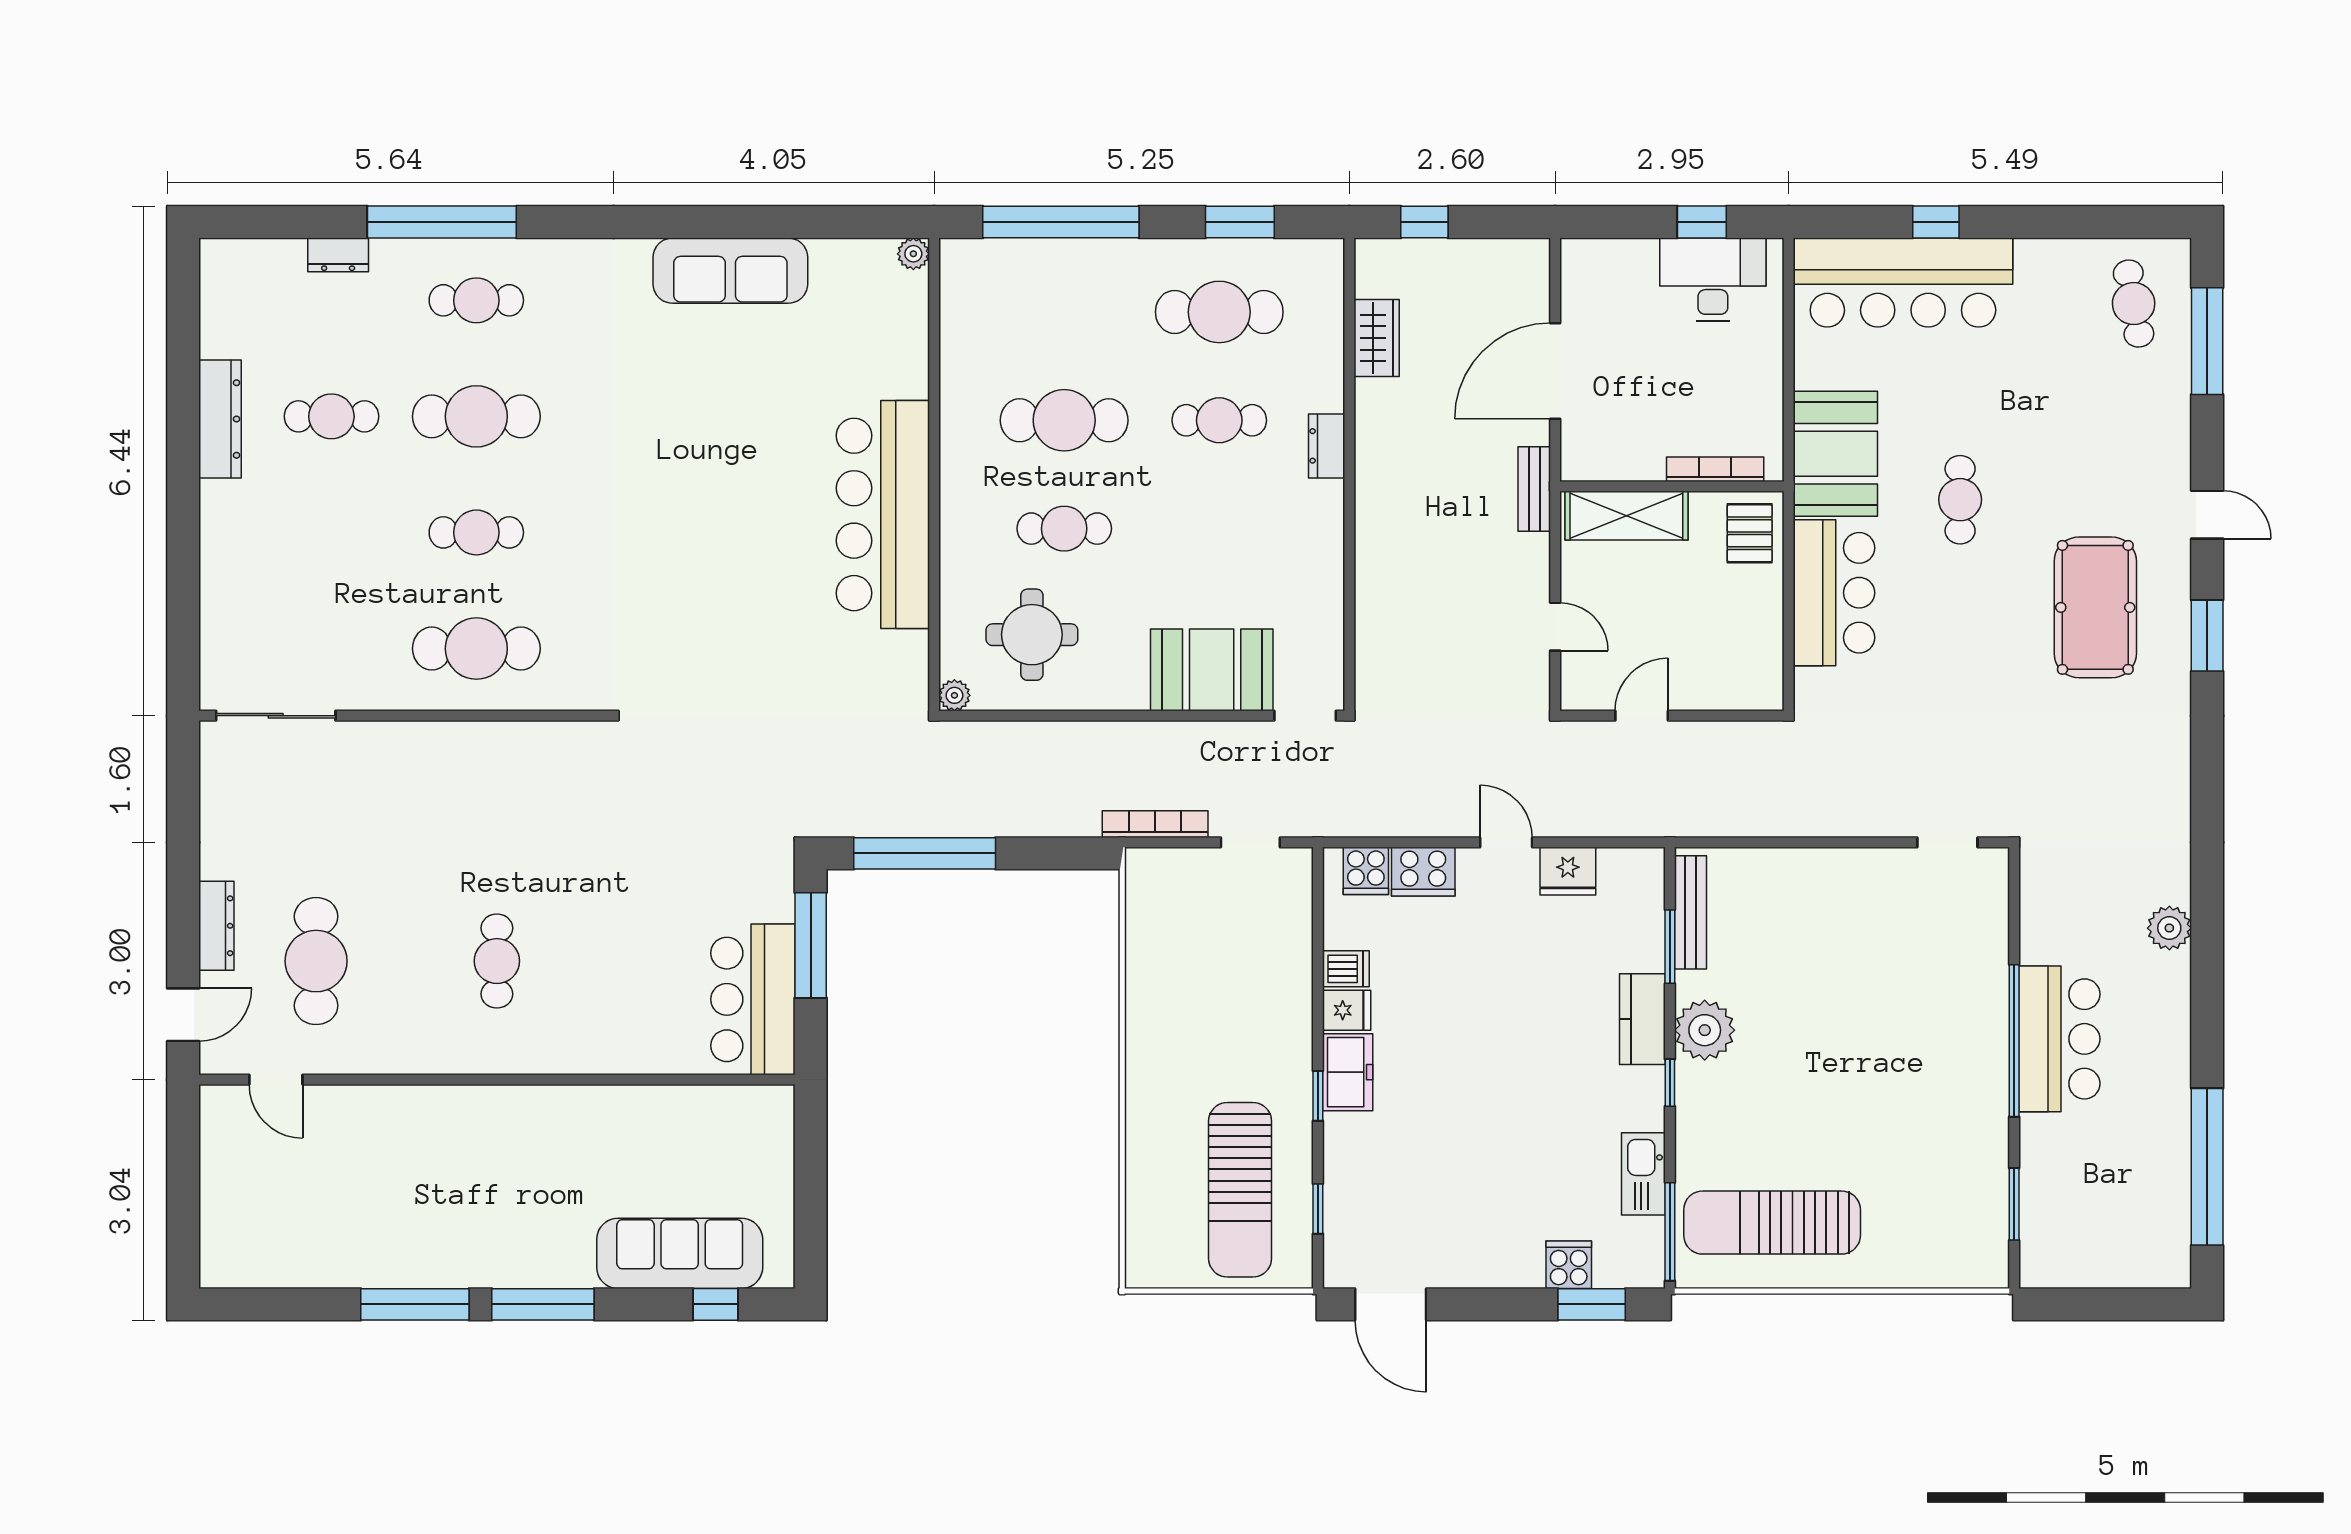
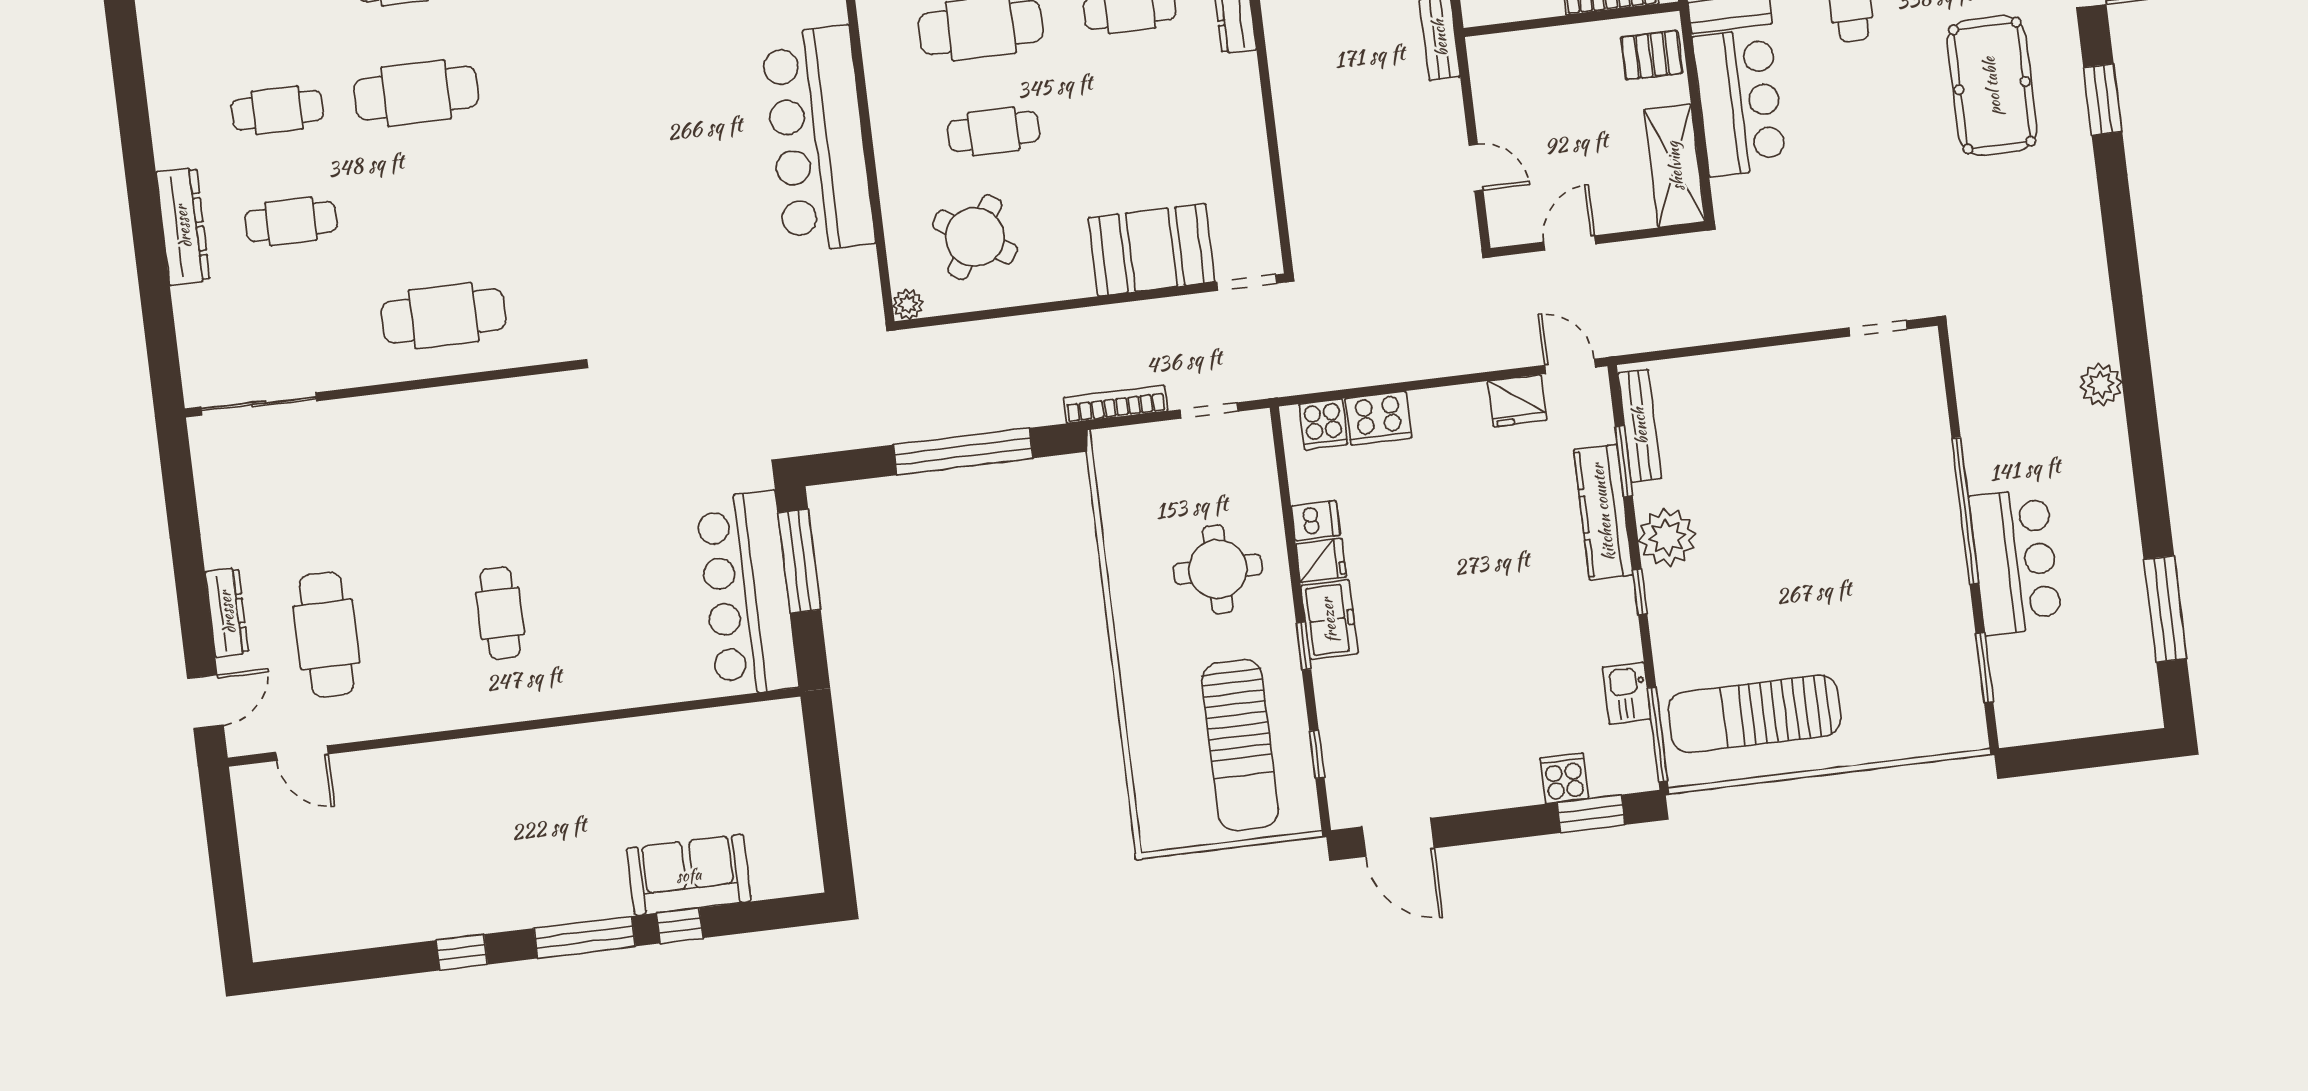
dresser: (220, 419) -> (183, 226), moved
shelving: (1626, 516) -> (1675, 166), moved, turned 90
cafe table: (476, 532) -> (291, 221), moved
pallet: (1750, 533) -> (1652, 55), turned 90
round table: (1032, 635) -> (975, 237), turned 33
door: (1506, 842) -> (1570, 366), moved
window: (925, 853) -> (963, 452), moved
bar counter: (753, 999) -> (747, 593), width x1.36
round table: (1239, 1006) -> (1218, 569), added
kitchen counter: (1642, 1019) -> (1603, 512), width x1.50
bar counter: (2059, 1039) -> (2015, 561), moved
window: (2207, 1167) -> (2165, 609), width x0.68
kitchen sink: (1643, 1174) -> (1627, 693), width x0.73
sofa: (680, 1253) -> (689, 875), width x0.73
window: (415, 1304) -> (462, 952), width x0.46
window: (716, 1304) -> (680, 926), moved

